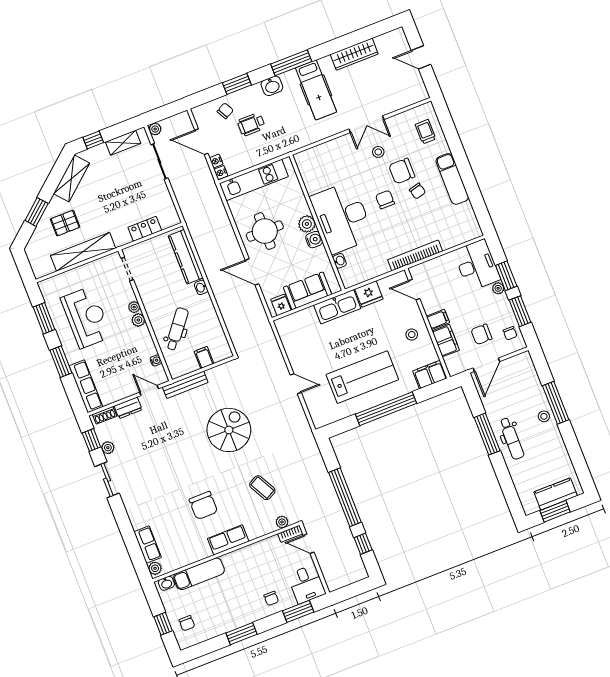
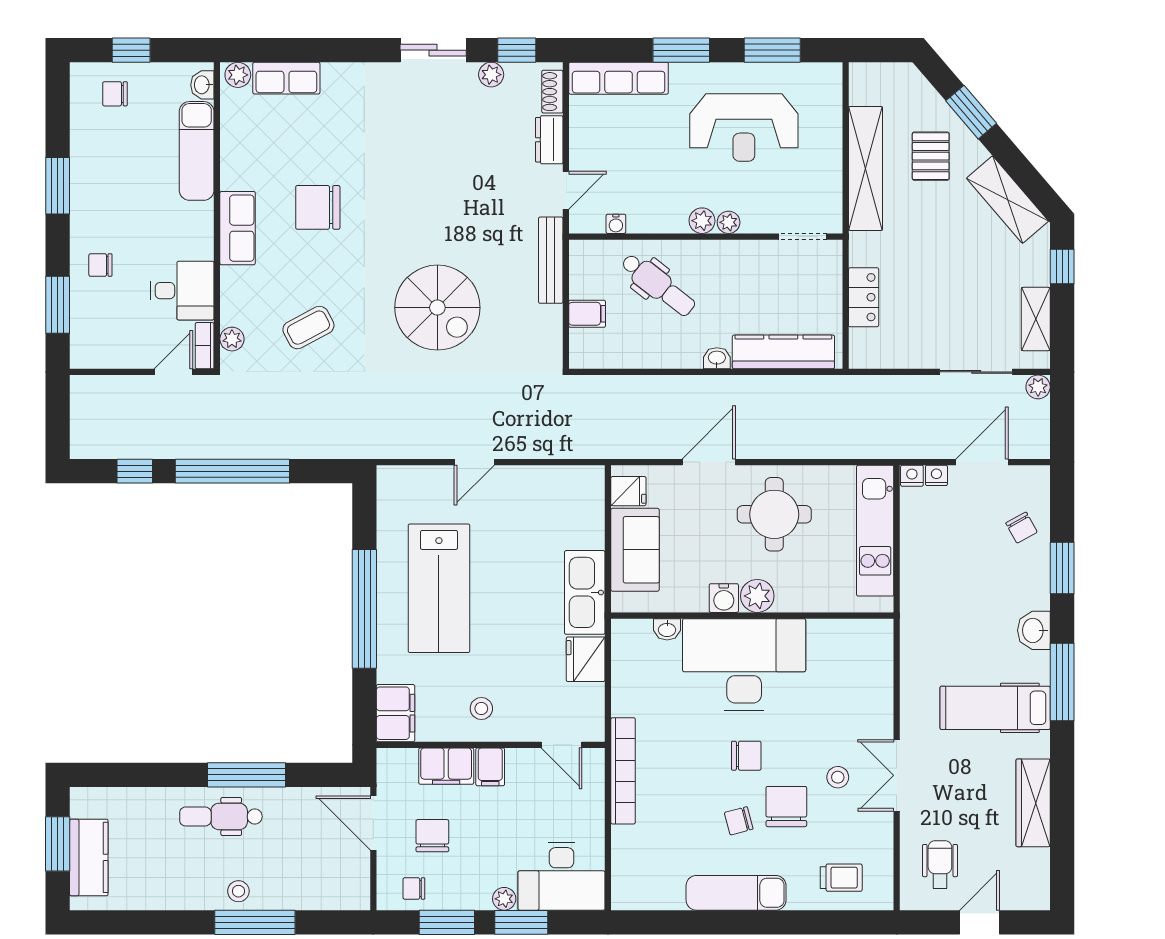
wheelchair: (251, 124) -> (940, 864), moved
door: (414, 290) -> (561, 745), swing flipped
desk: (306, 584) -> (182, 291), moved, turned 180

